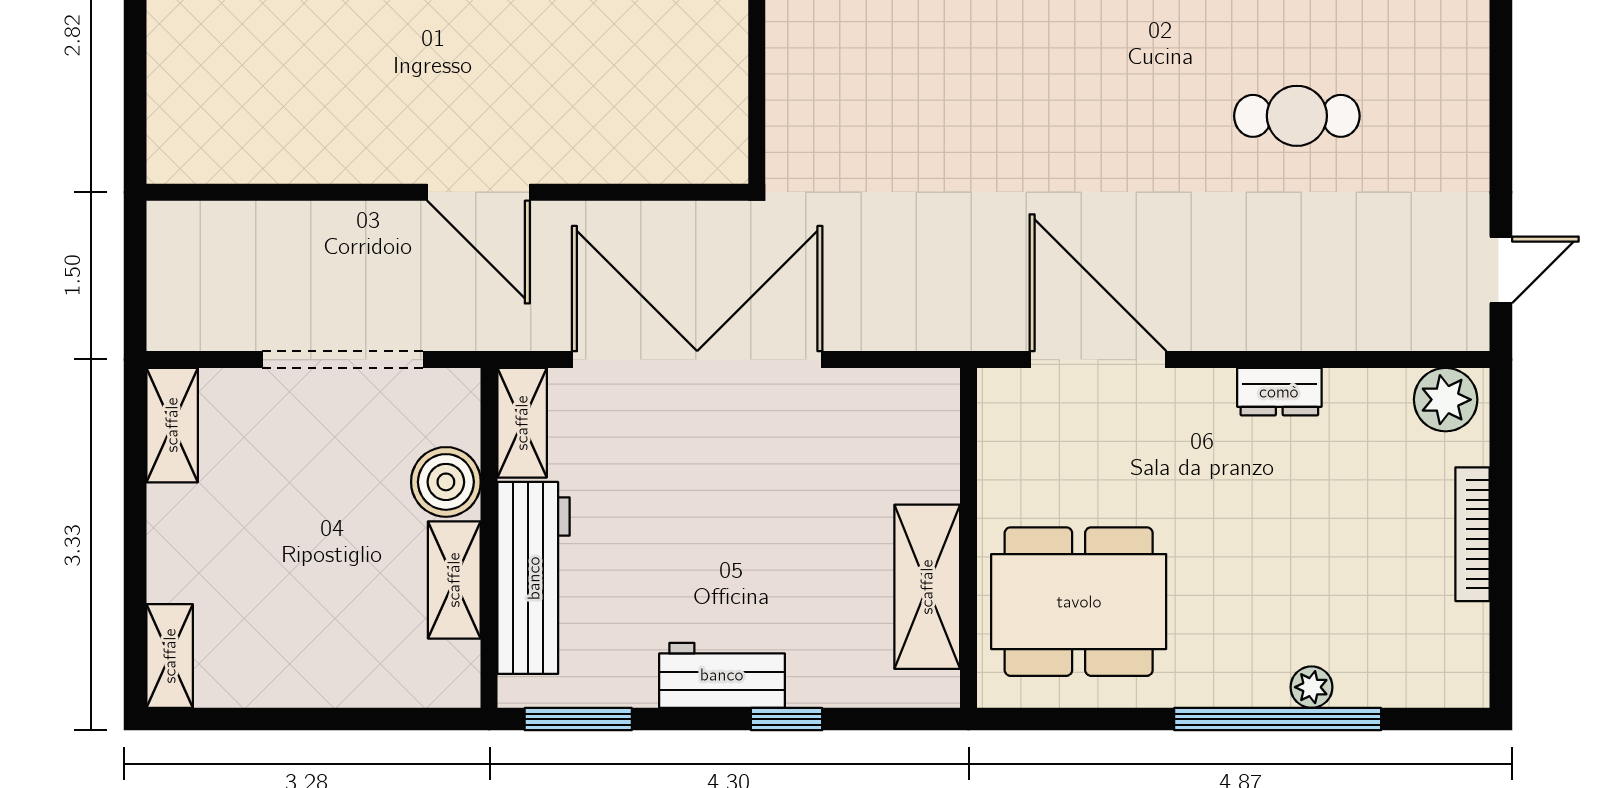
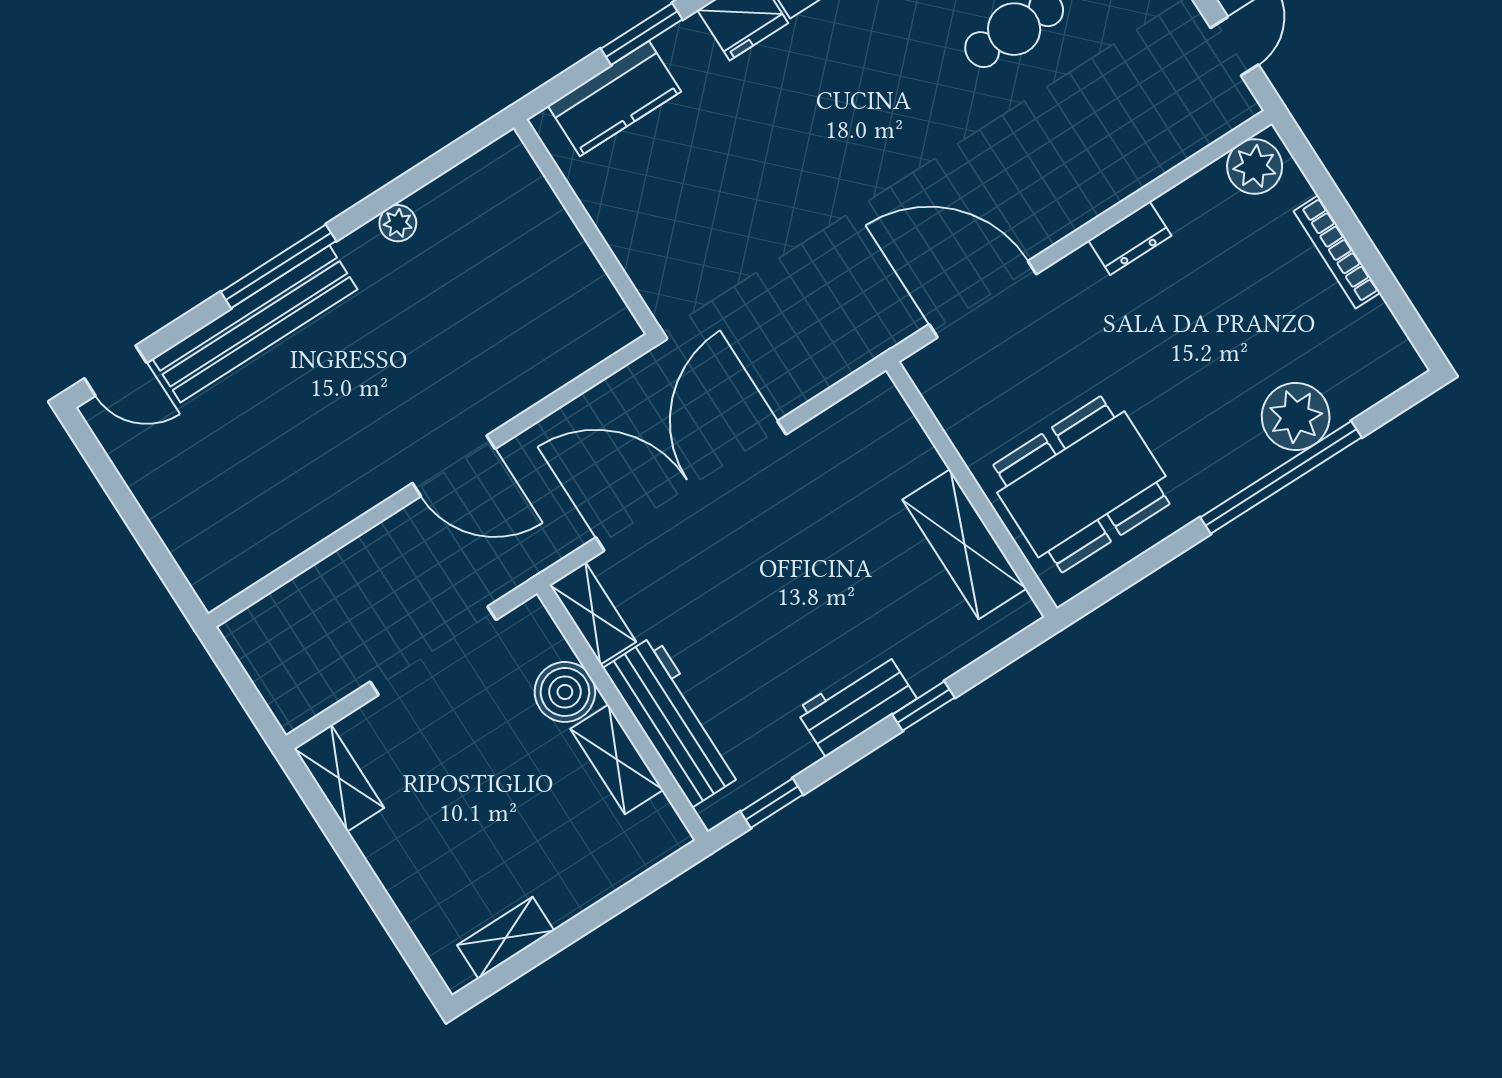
shelving: (170, 656) -> (506, 938), moved, turned 90
plant: (1312, 687) -> (1296, 417), width x1.87, depth x1.87
window: (578, 719) -> (772, 803), width x0.67

